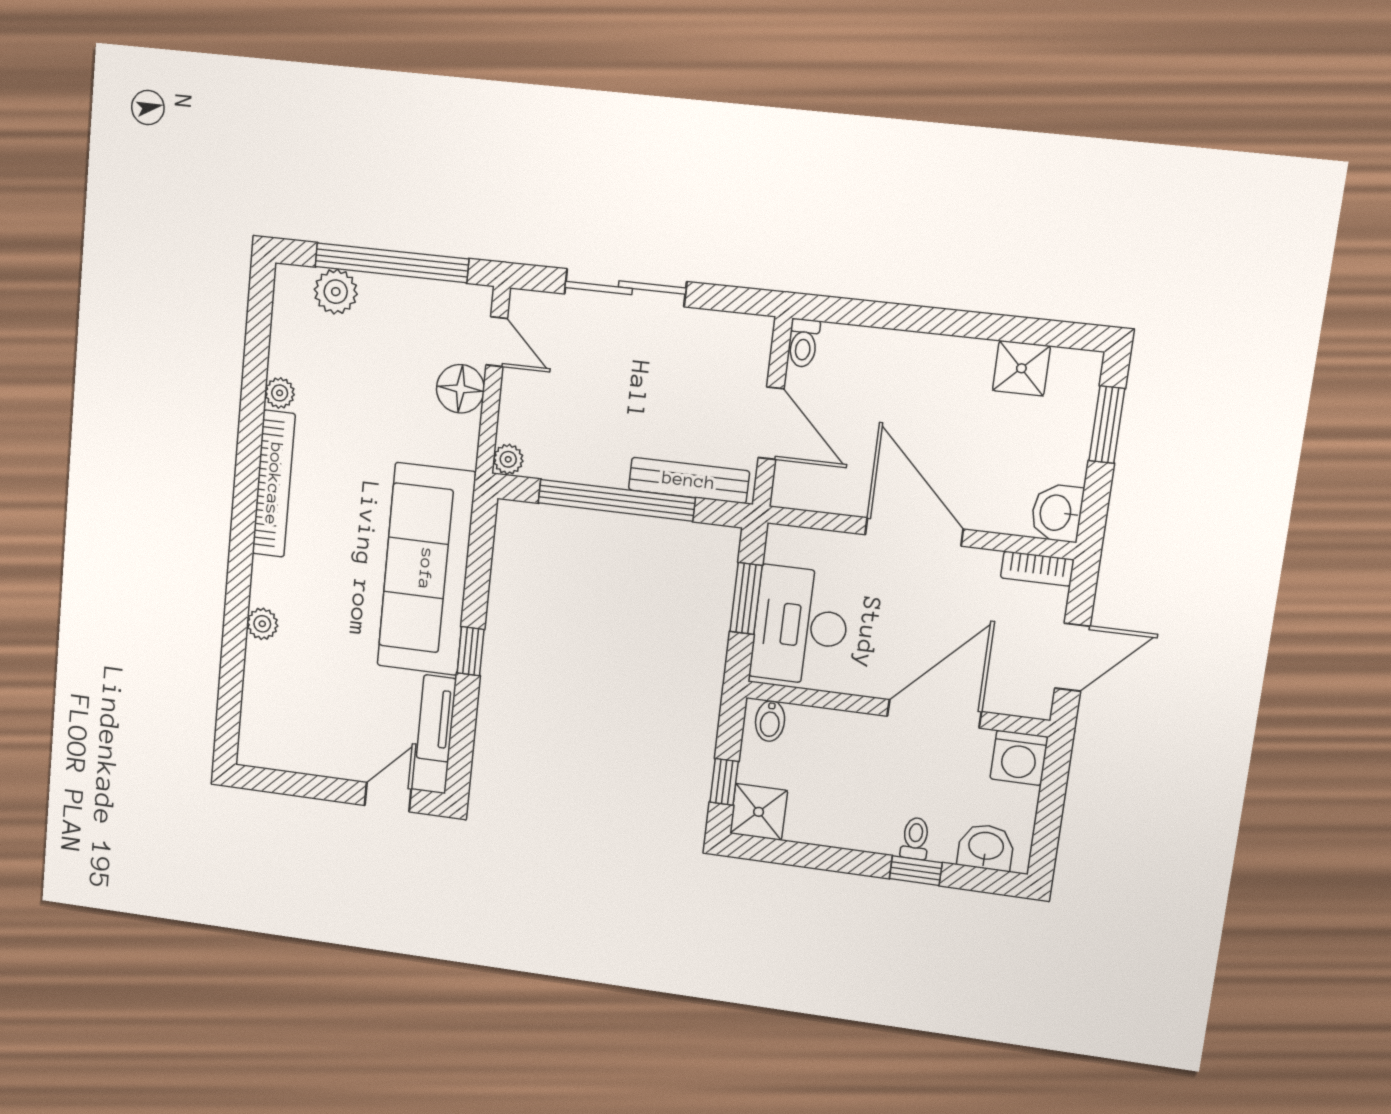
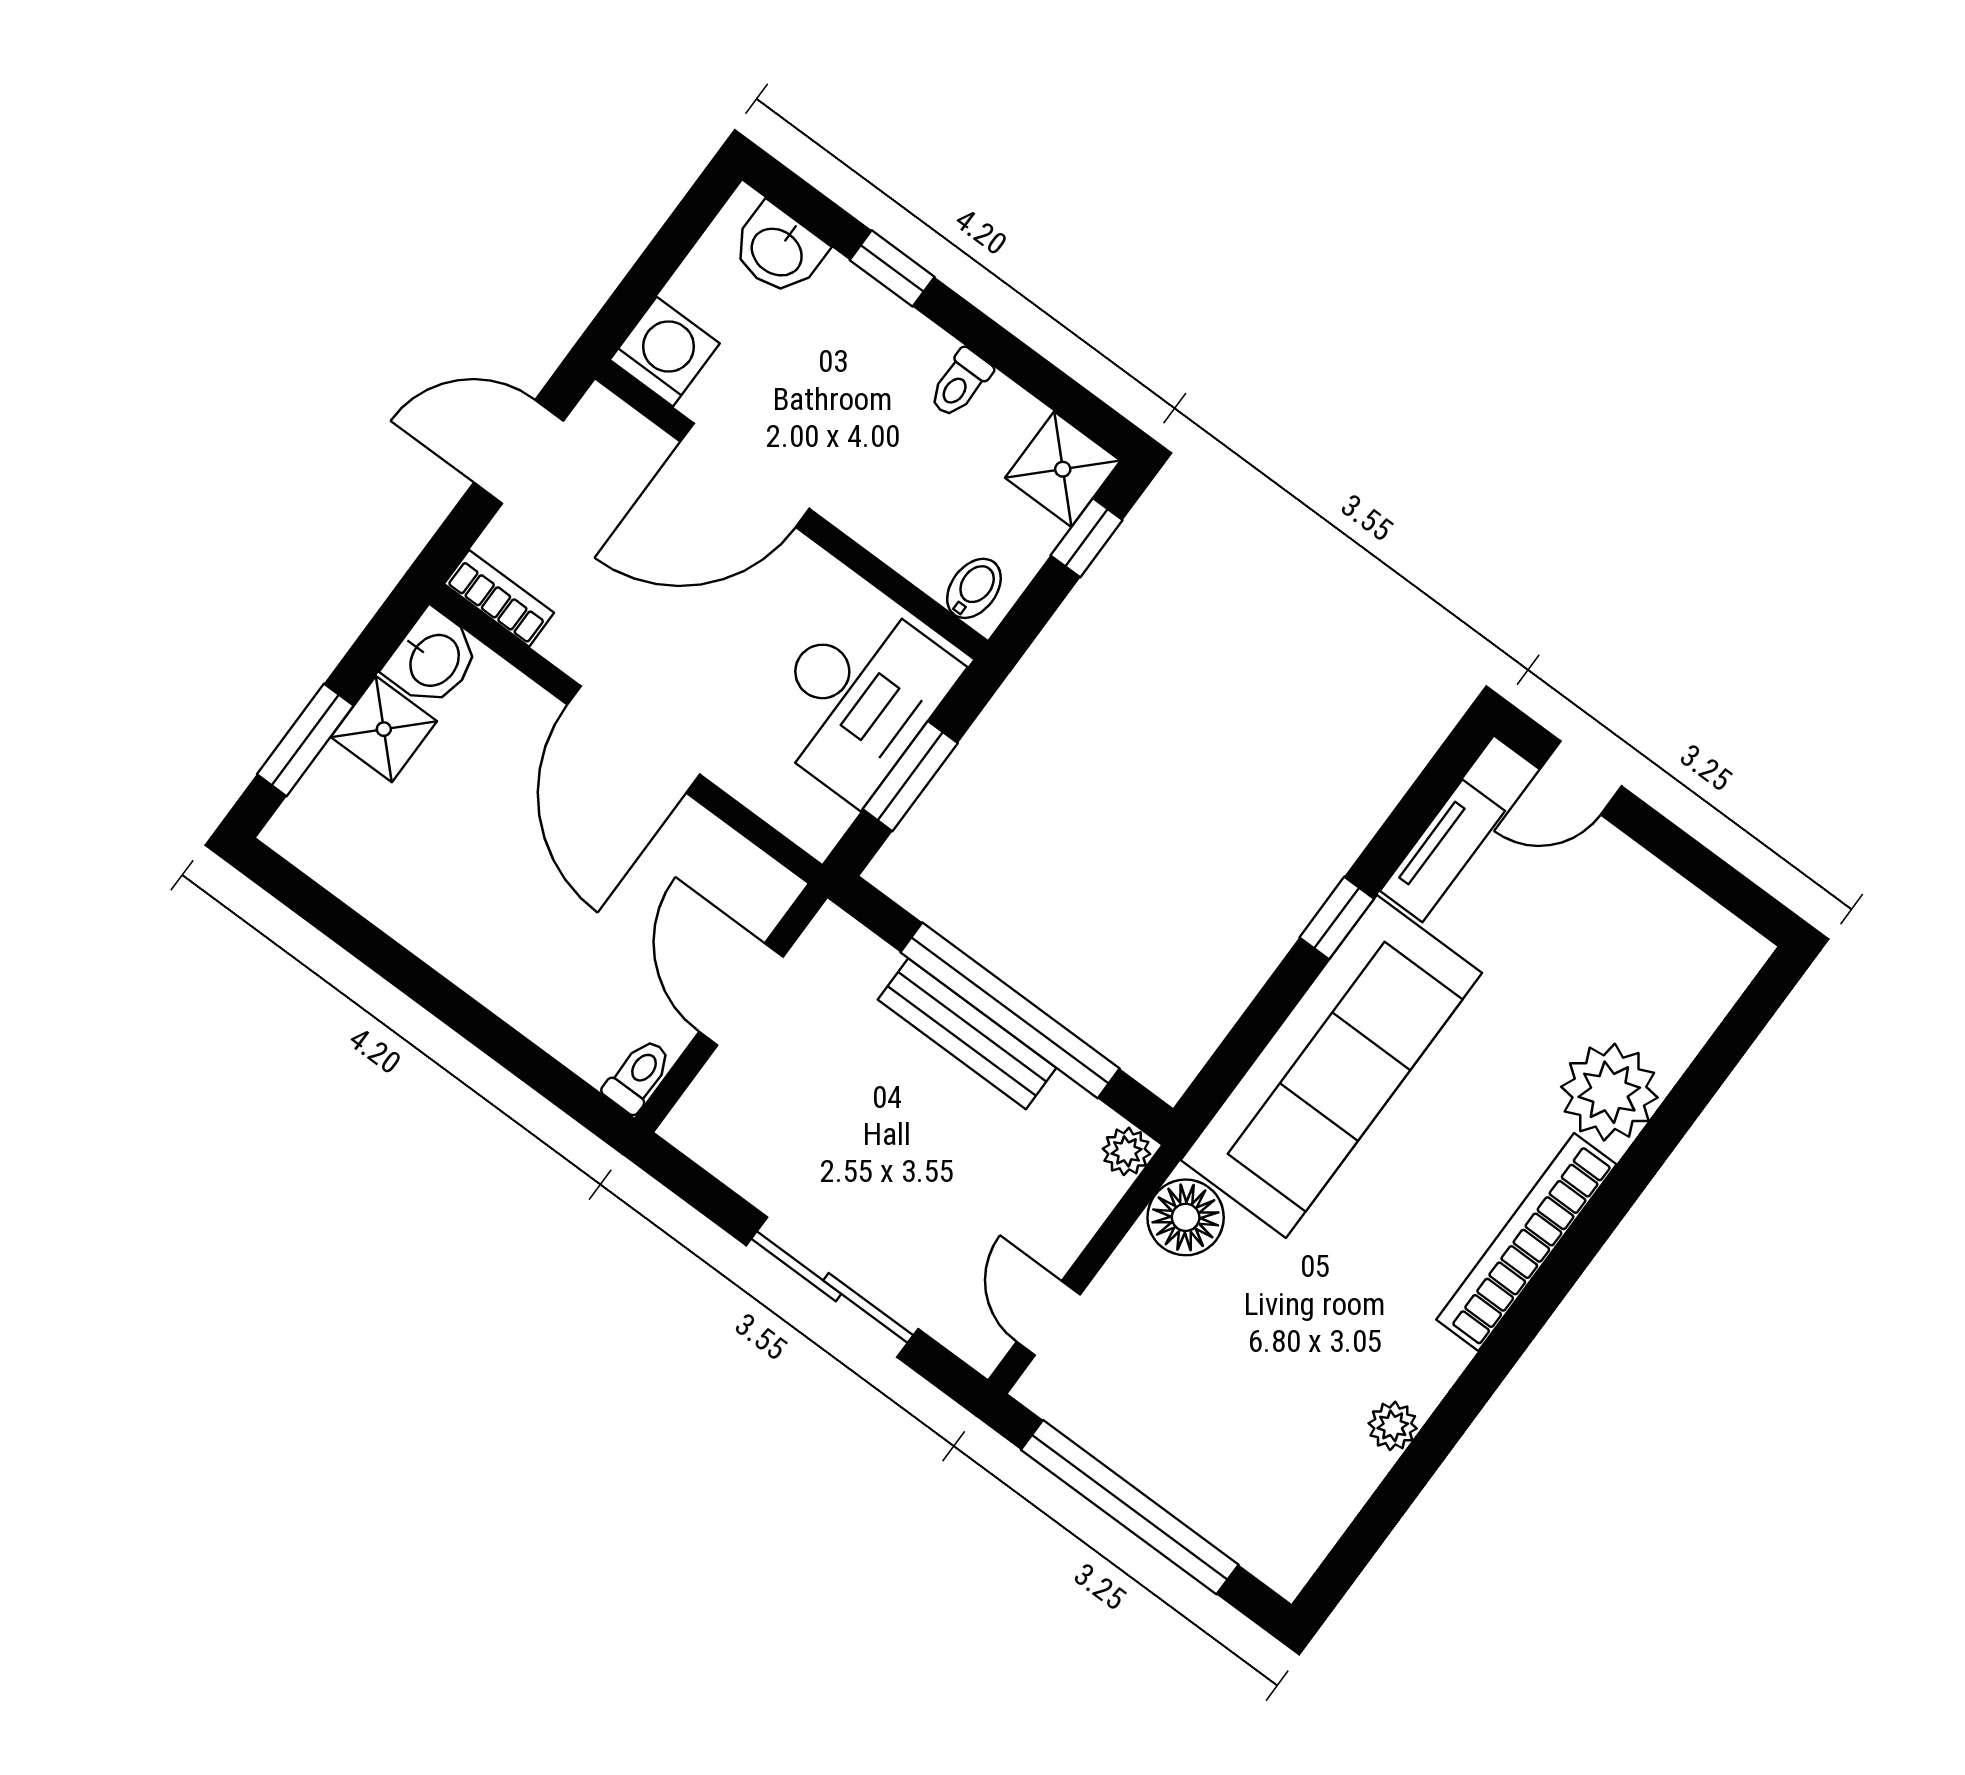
plant: (336, 292) -> (1230, 1515), removed
shower: (1021, 368) -> (384, 729), moved
floor lamp: (460, 389) -> (1186, 1217), moved
bench: (689, 480) -> (967, 1034), moved
bookcase: (274, 484) -> (1526, 1242), moved
plant: (262, 624) -> (1609, 1092), width x1.88, depth x1.88
toilet: (915, 838) -> (960, 383), moved

